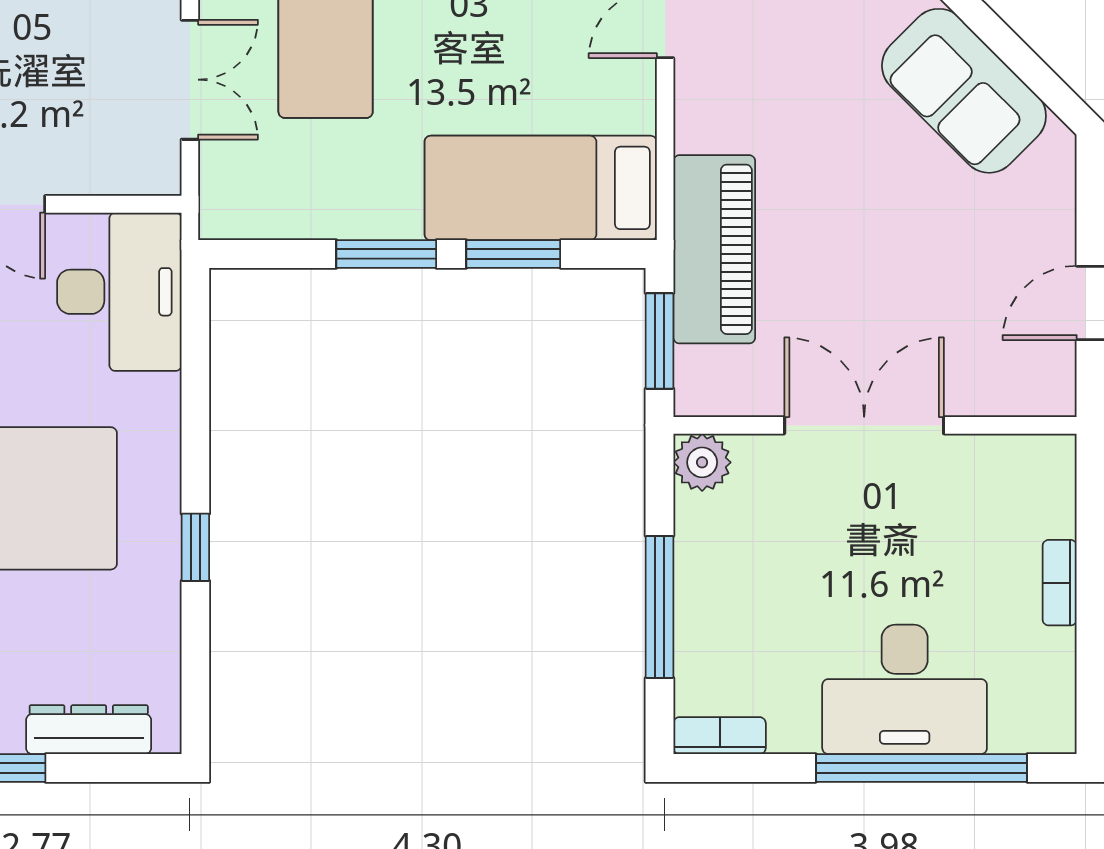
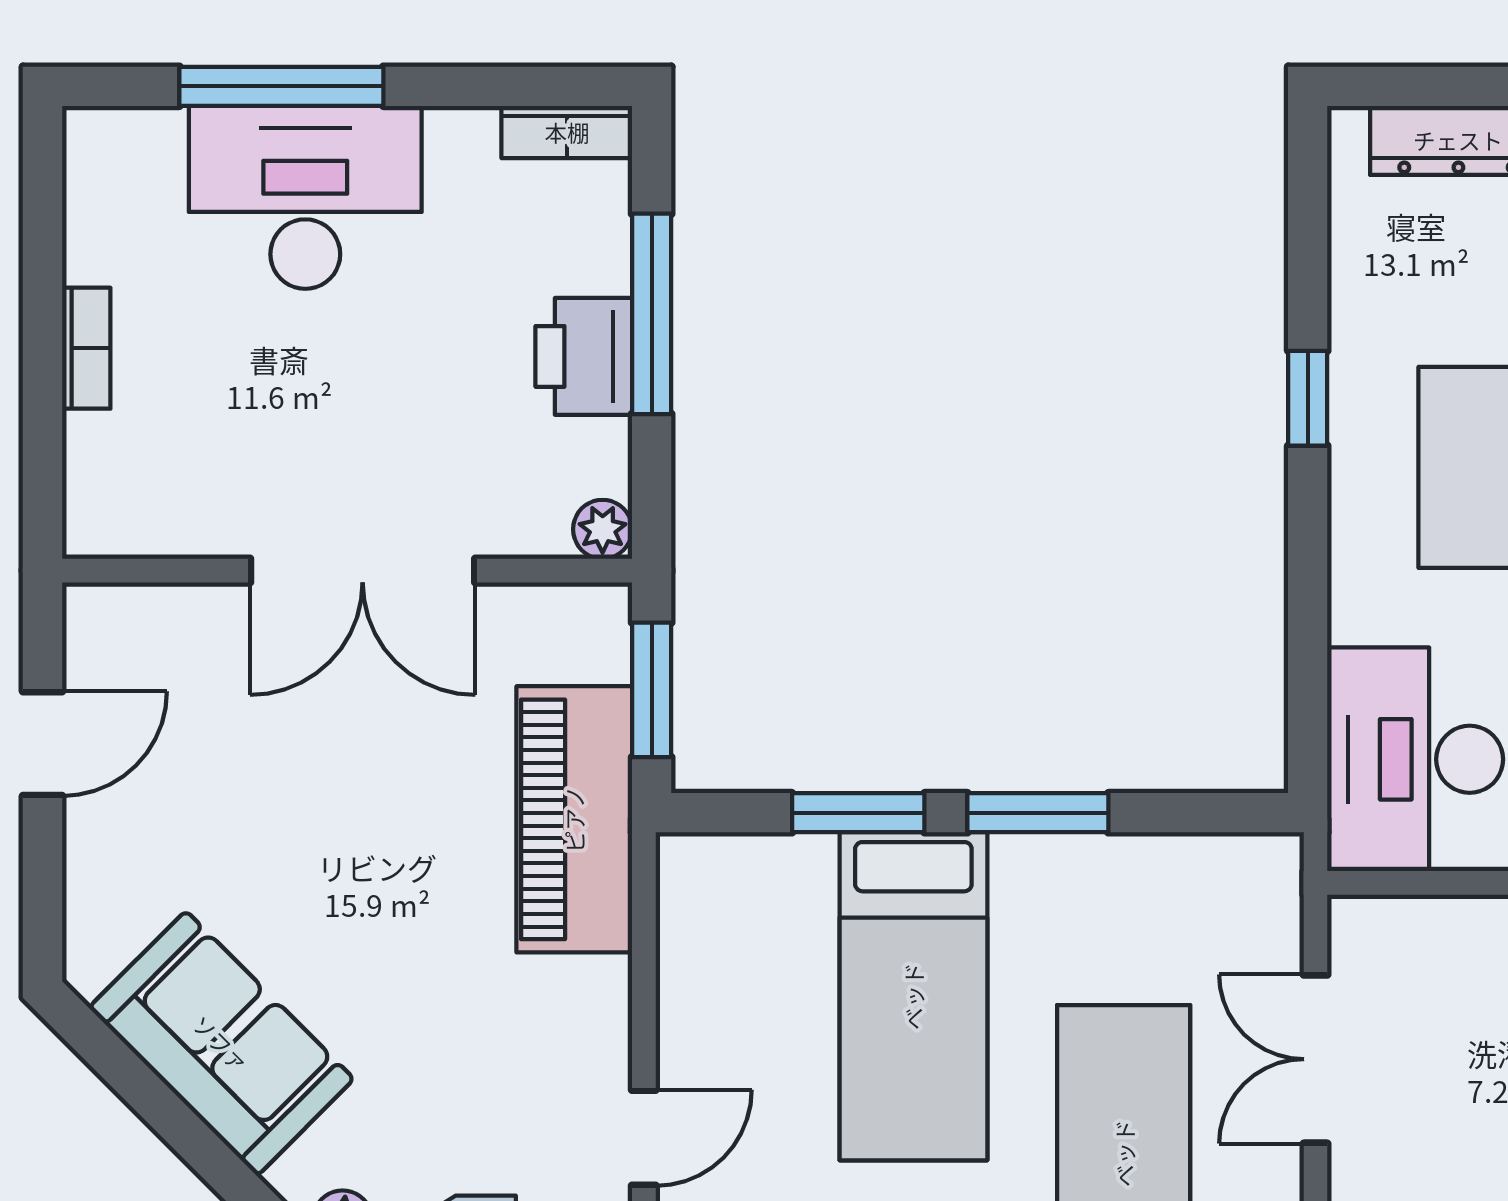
bed: (541, 188) -> (913, 996), moved, turned 90
plant: (702, 462) -> (603, 529), width x0.73, depth x0.73
printer: (708, 577) -> (584, 356), added
window: (922, 768) -> (281, 86), width x0.68

